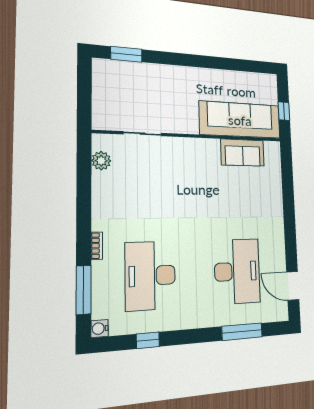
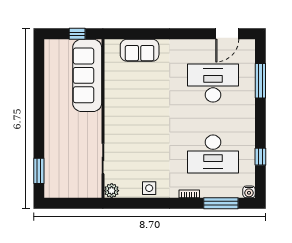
sofa: (243, 153) -> (140, 50), moved, turned 90
plant: (101, 161) -> (112, 191), moved
side table: (105, 192) -> (149, 188), added

